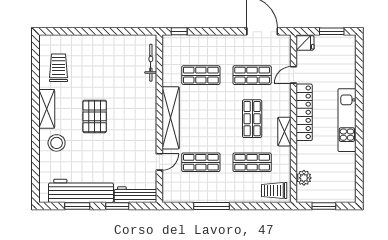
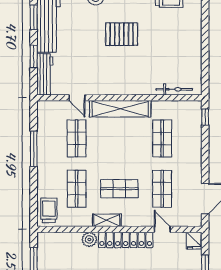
plant: (304, 178) -> (89, 239), moved

